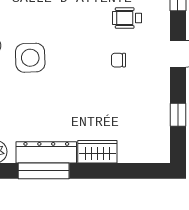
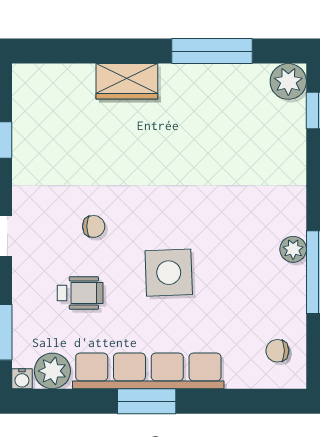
side table: (30, 58) -> (169, 273), moved
dresser: (46, 152) -> (208, 80), removed

